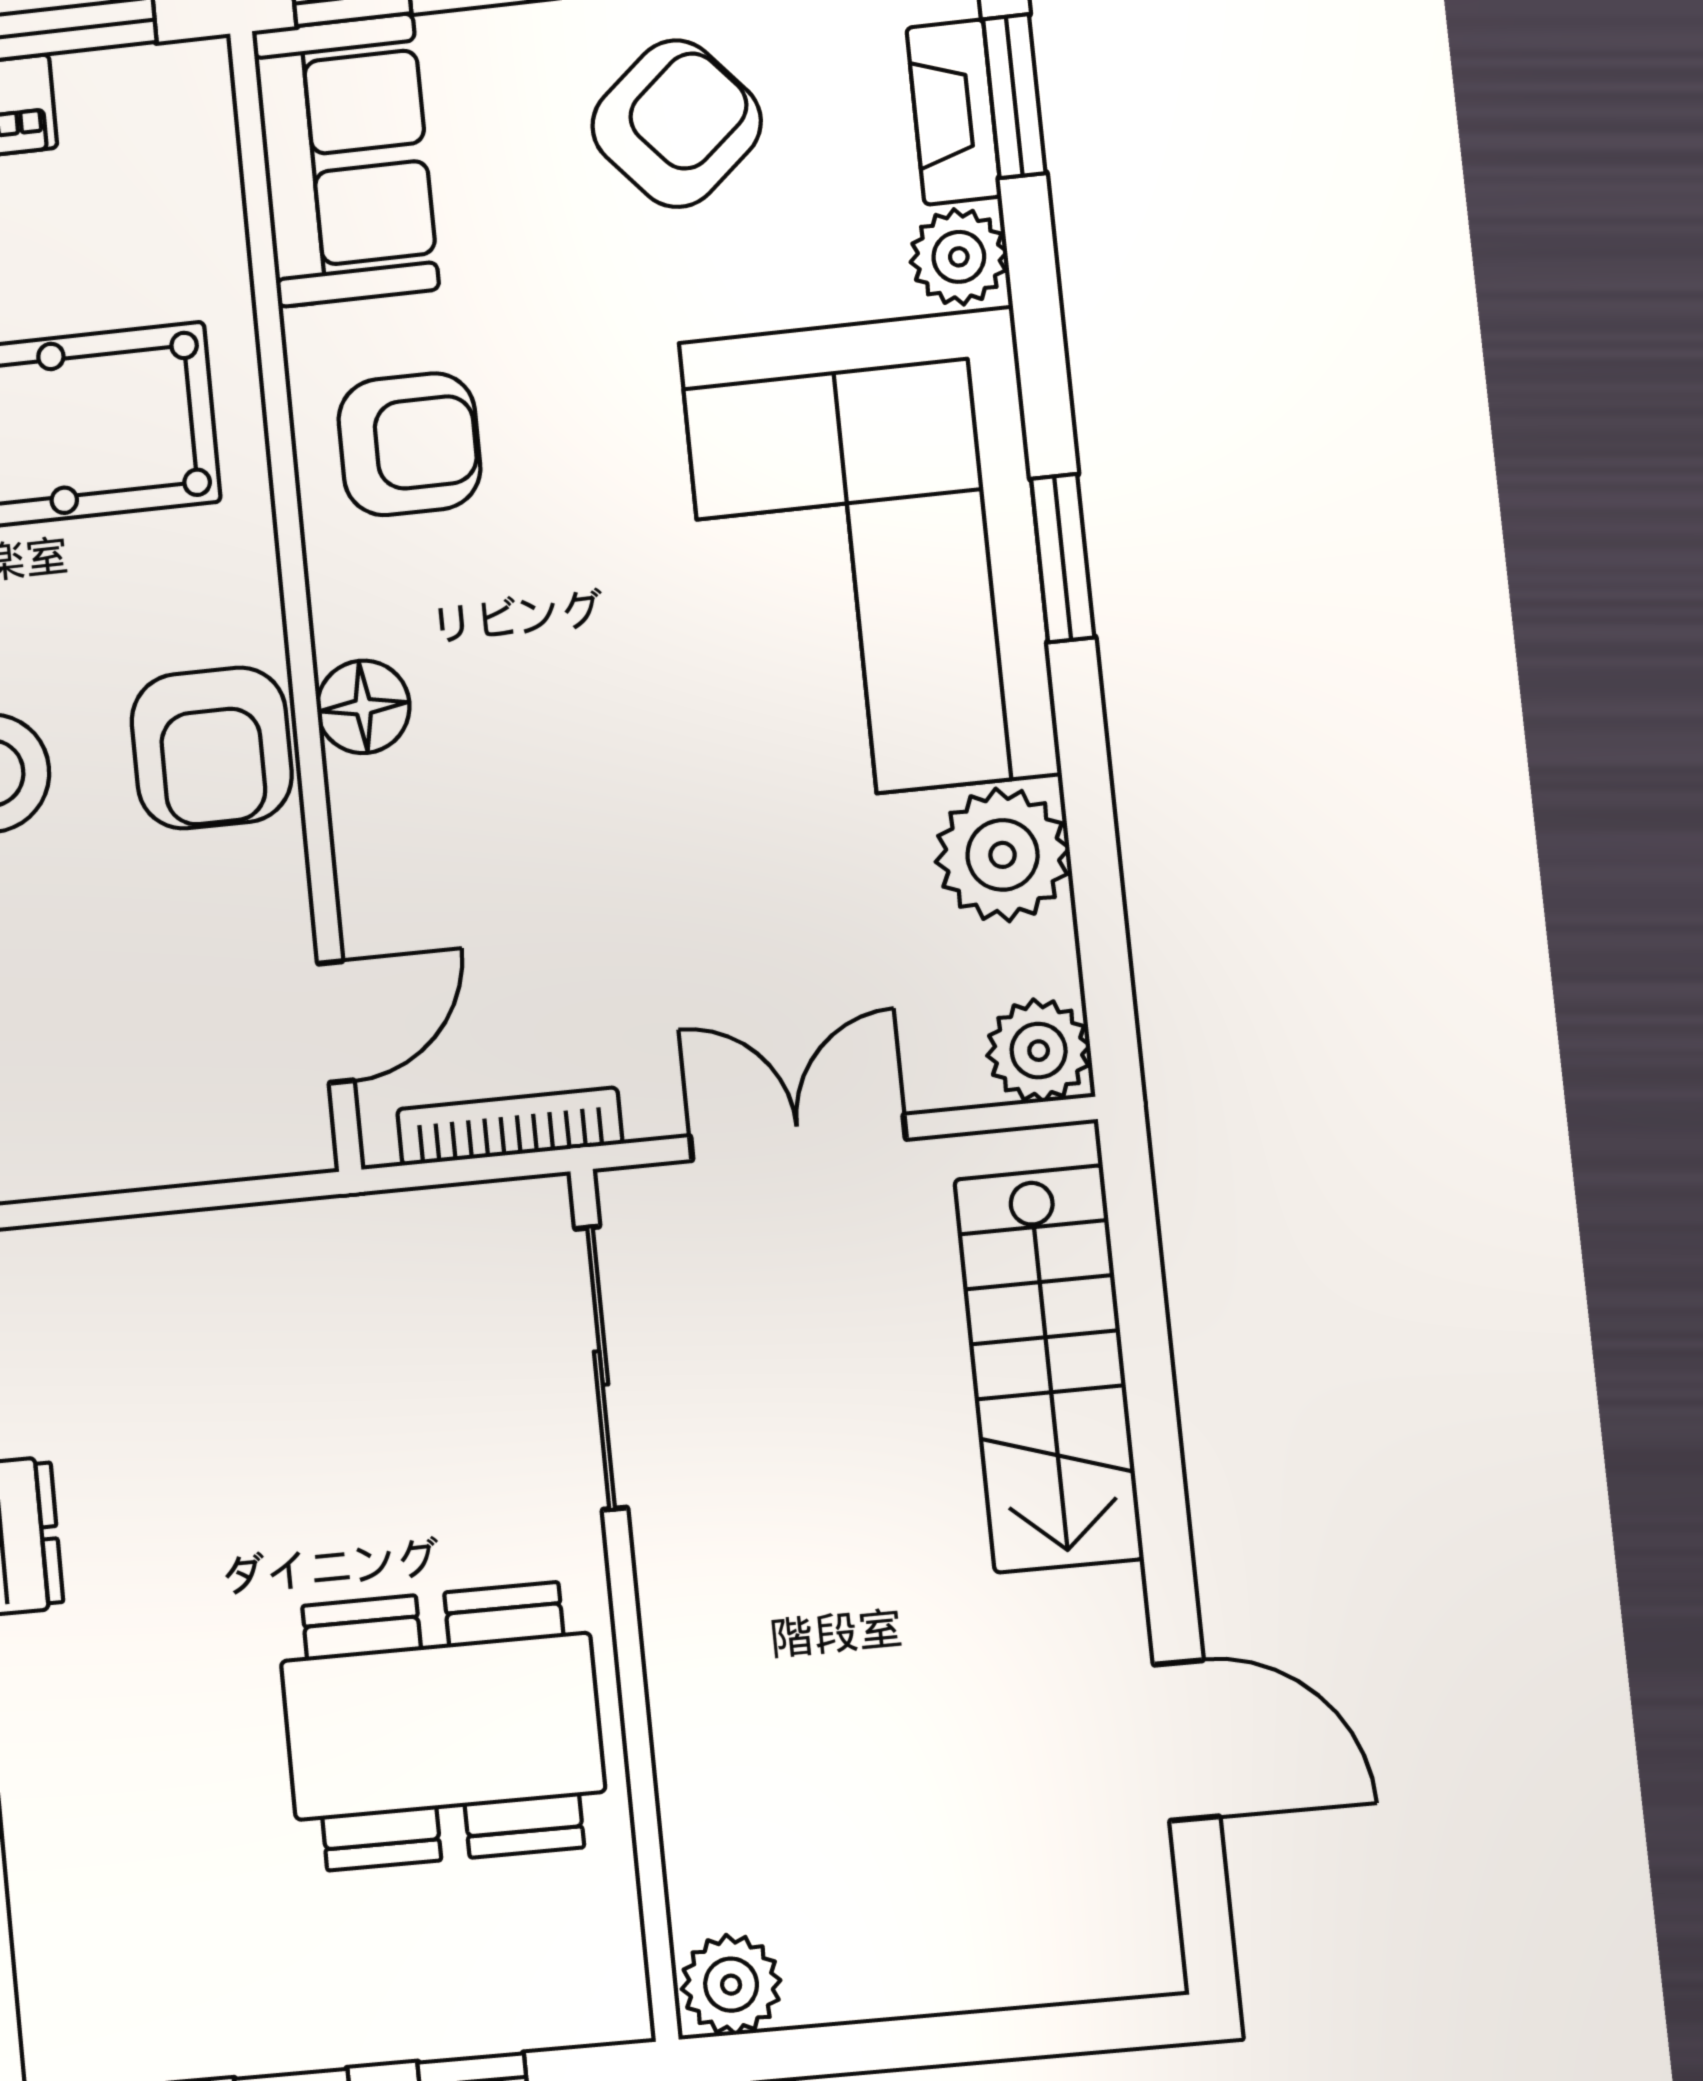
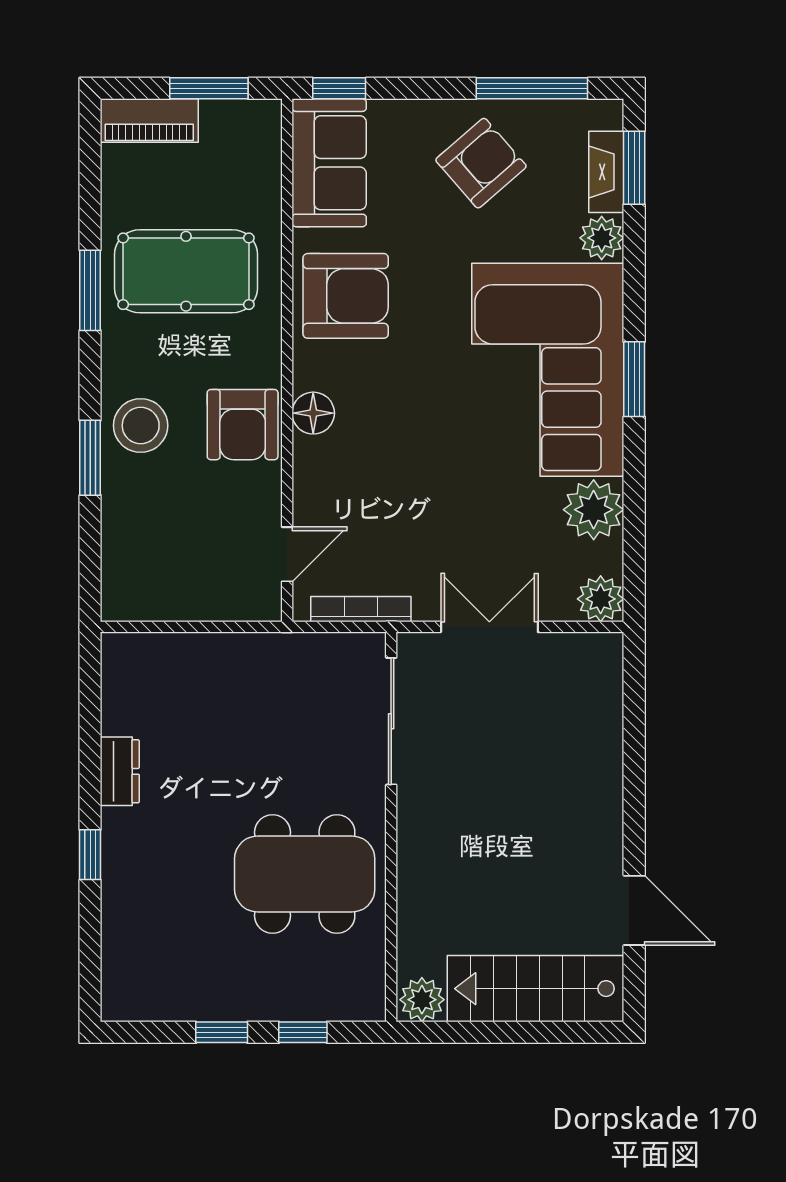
armchair: (409, 444) -> (346, 296), width x1.36, depth x1.36
stairs: (1049, 1369) -> (536, 989), moved, turned 90

